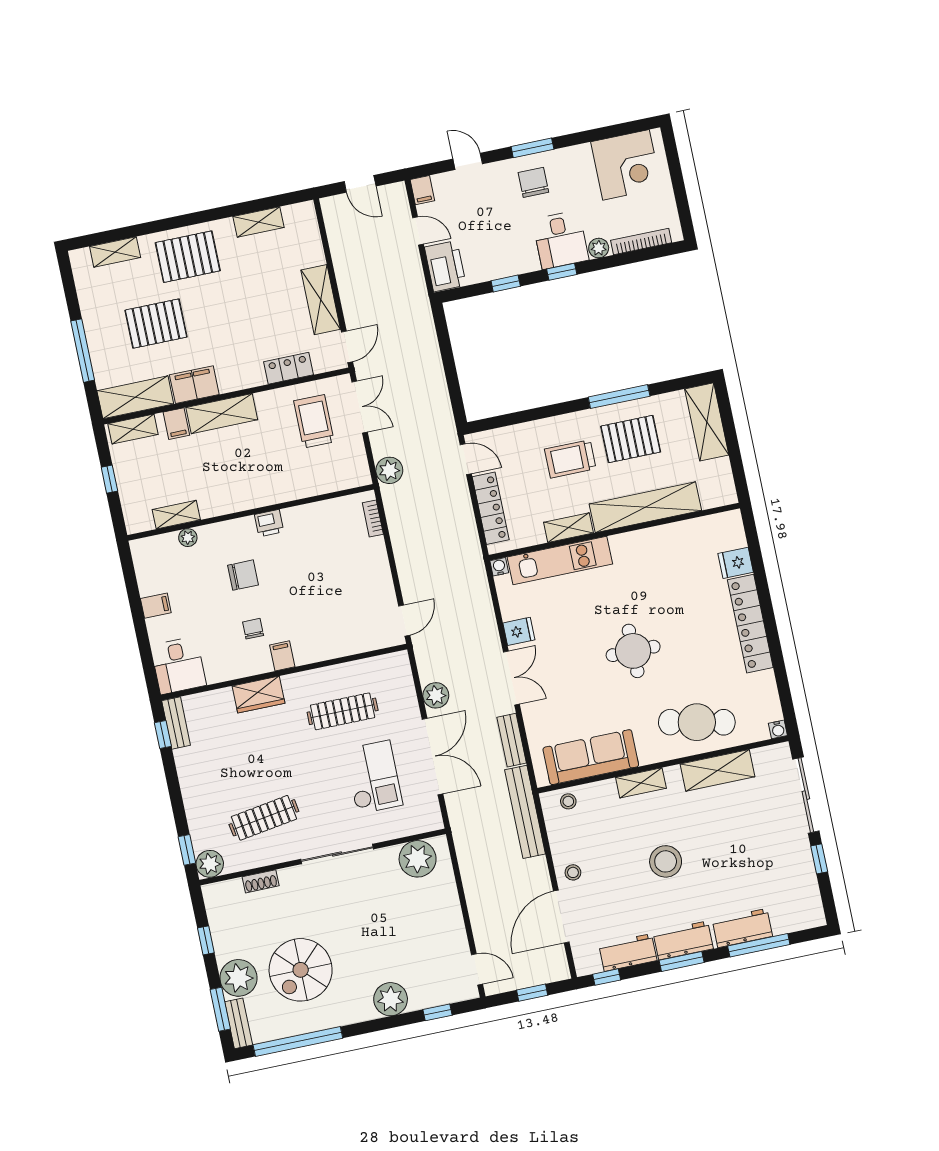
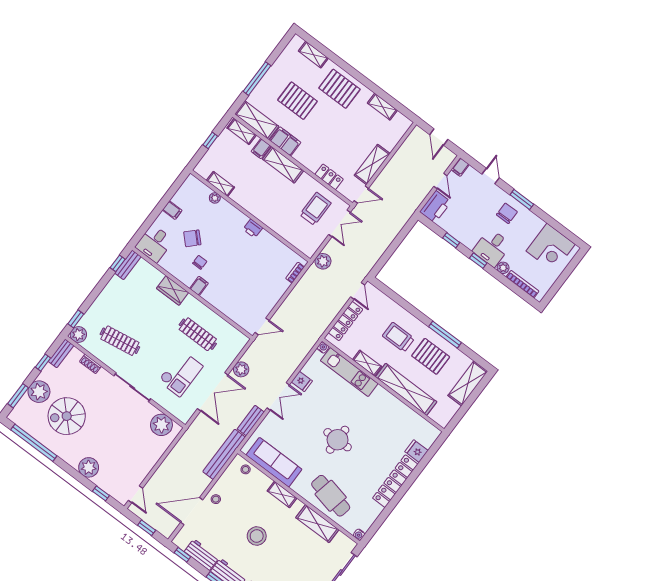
chair: (243, 575) -> (192, 238), moved, turned 135
bench: (239, 1023) -> (61, 353), moved

